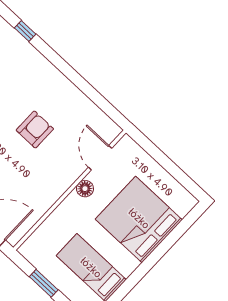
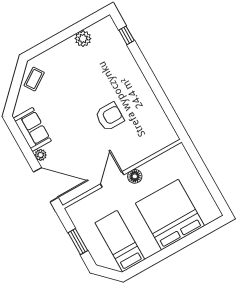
door: (100, 158) -> (112, 179), moved

